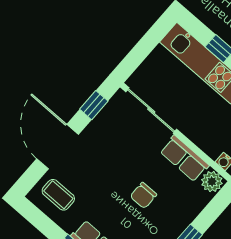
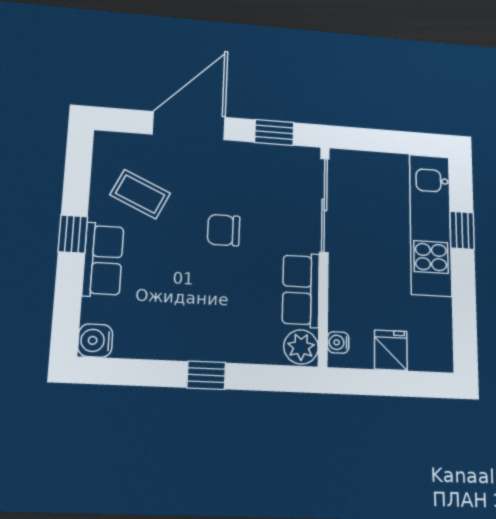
coffee table: (58, 195) -> (140, 194), moved, turned -65
chair: (143, 195) -> (224, 230), moved

